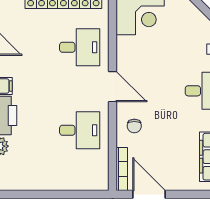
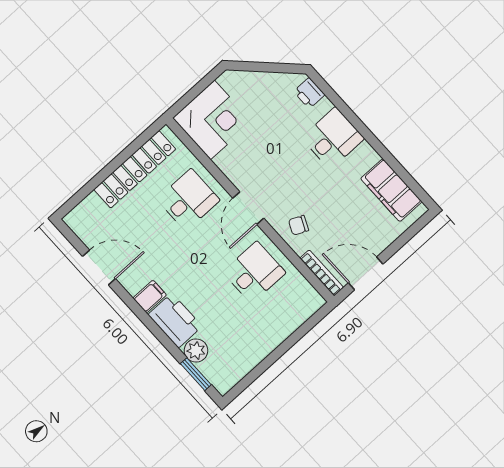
door: (113, 87) -> (248, 208), swing flipped
chair: (134, 126) -> (299, 225), turned 115

